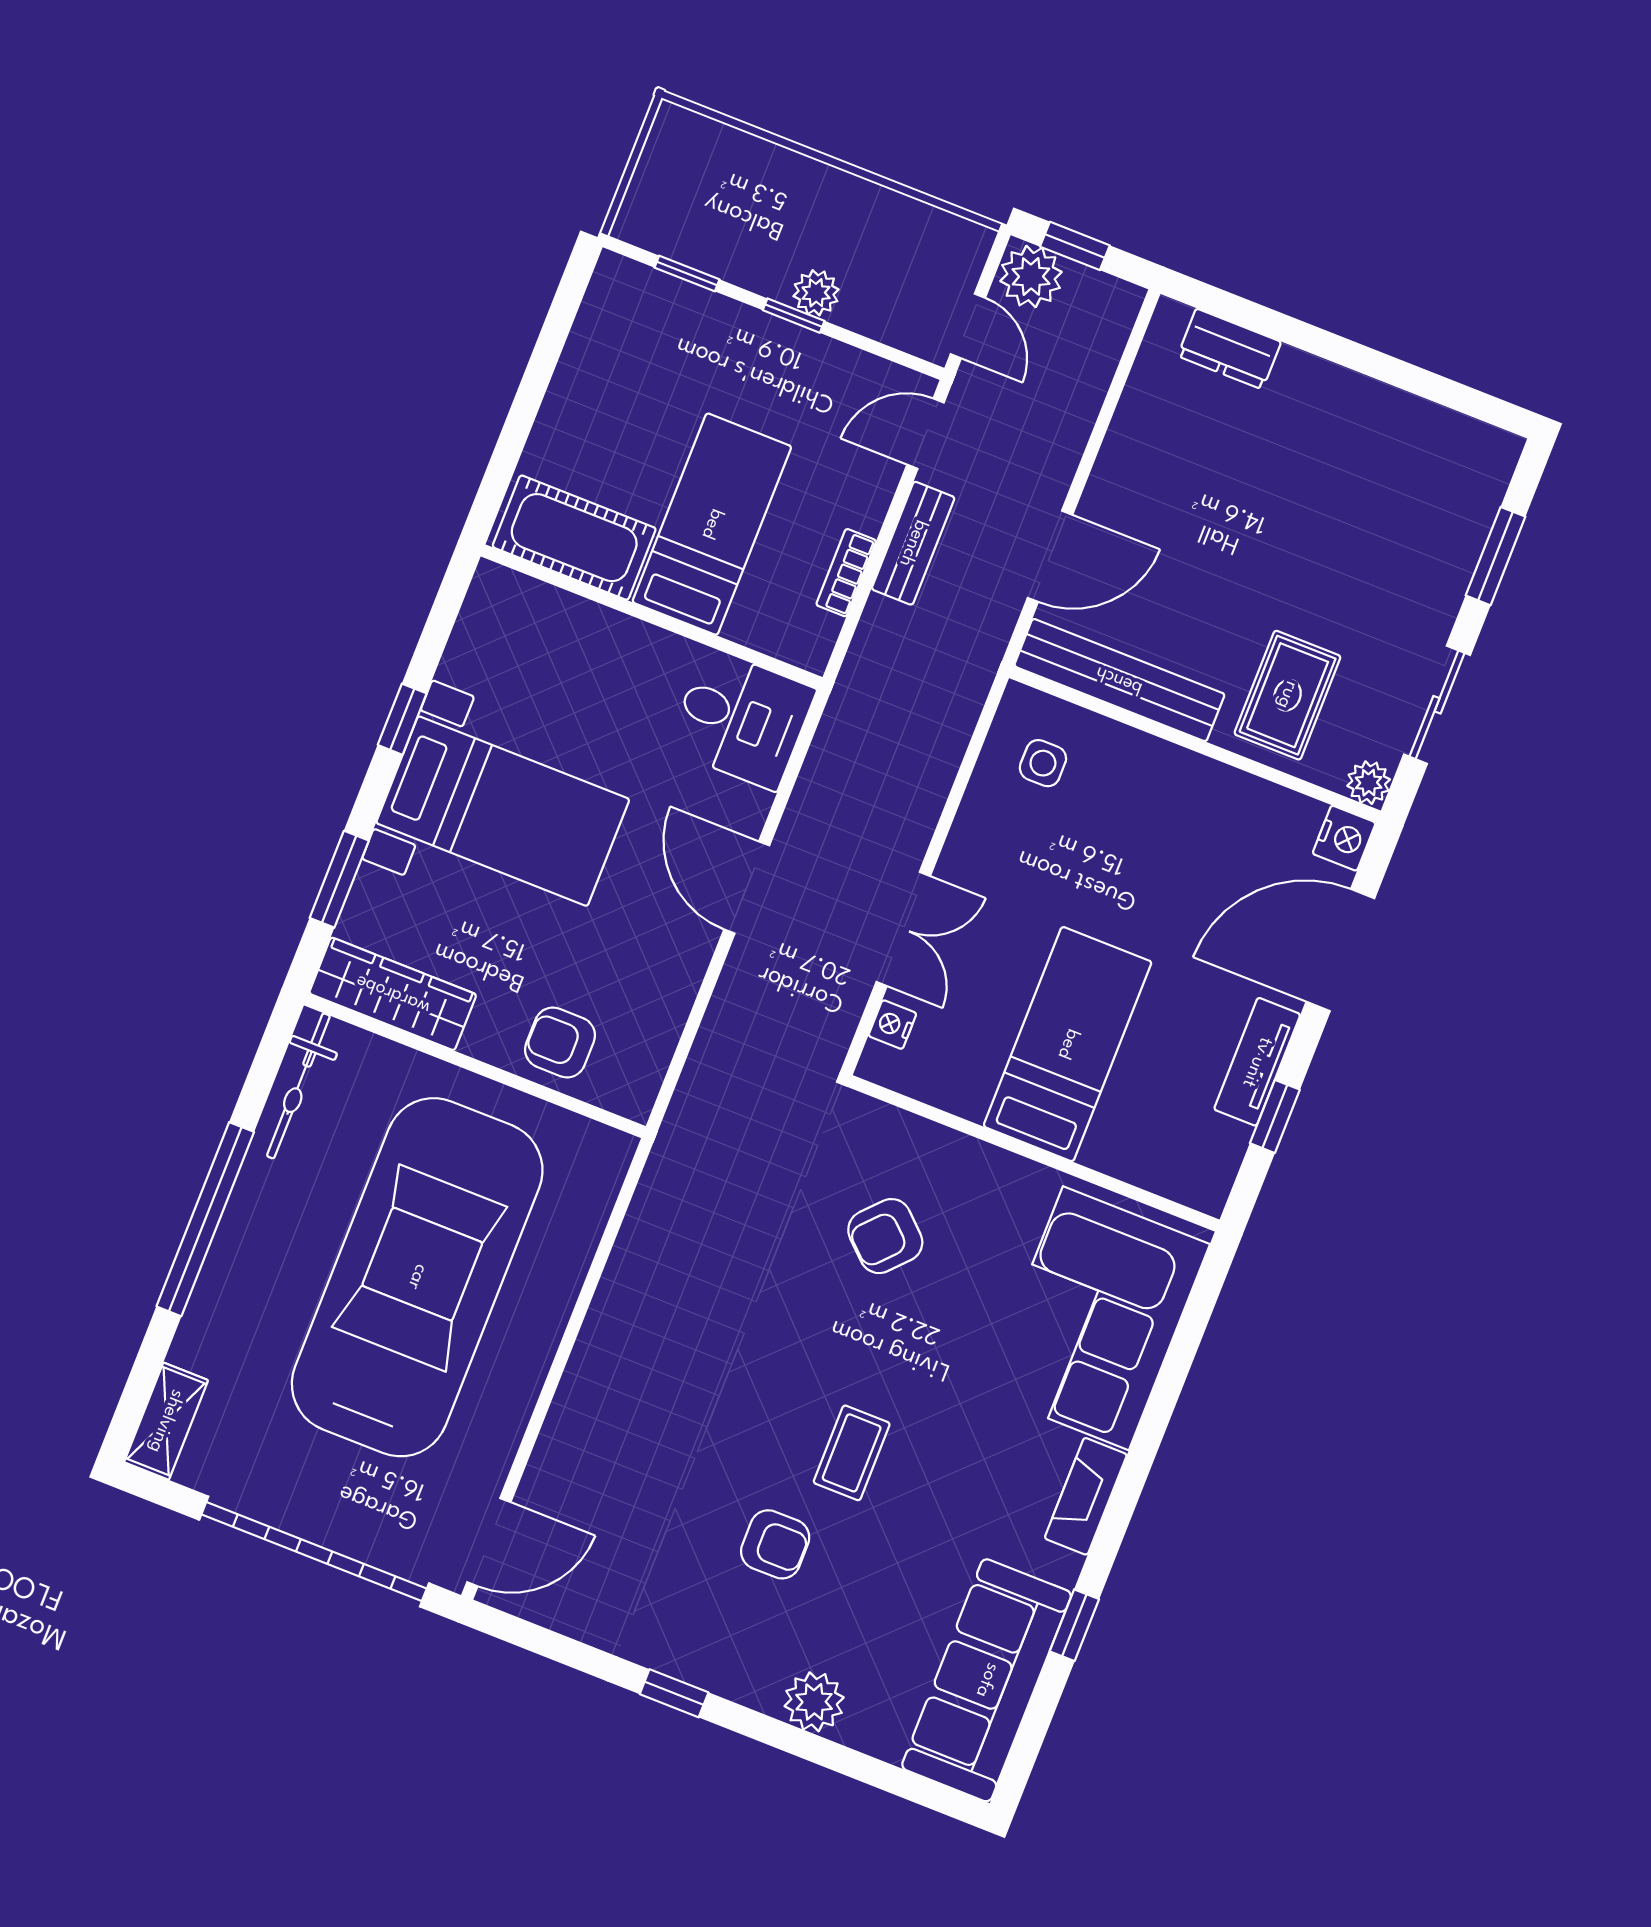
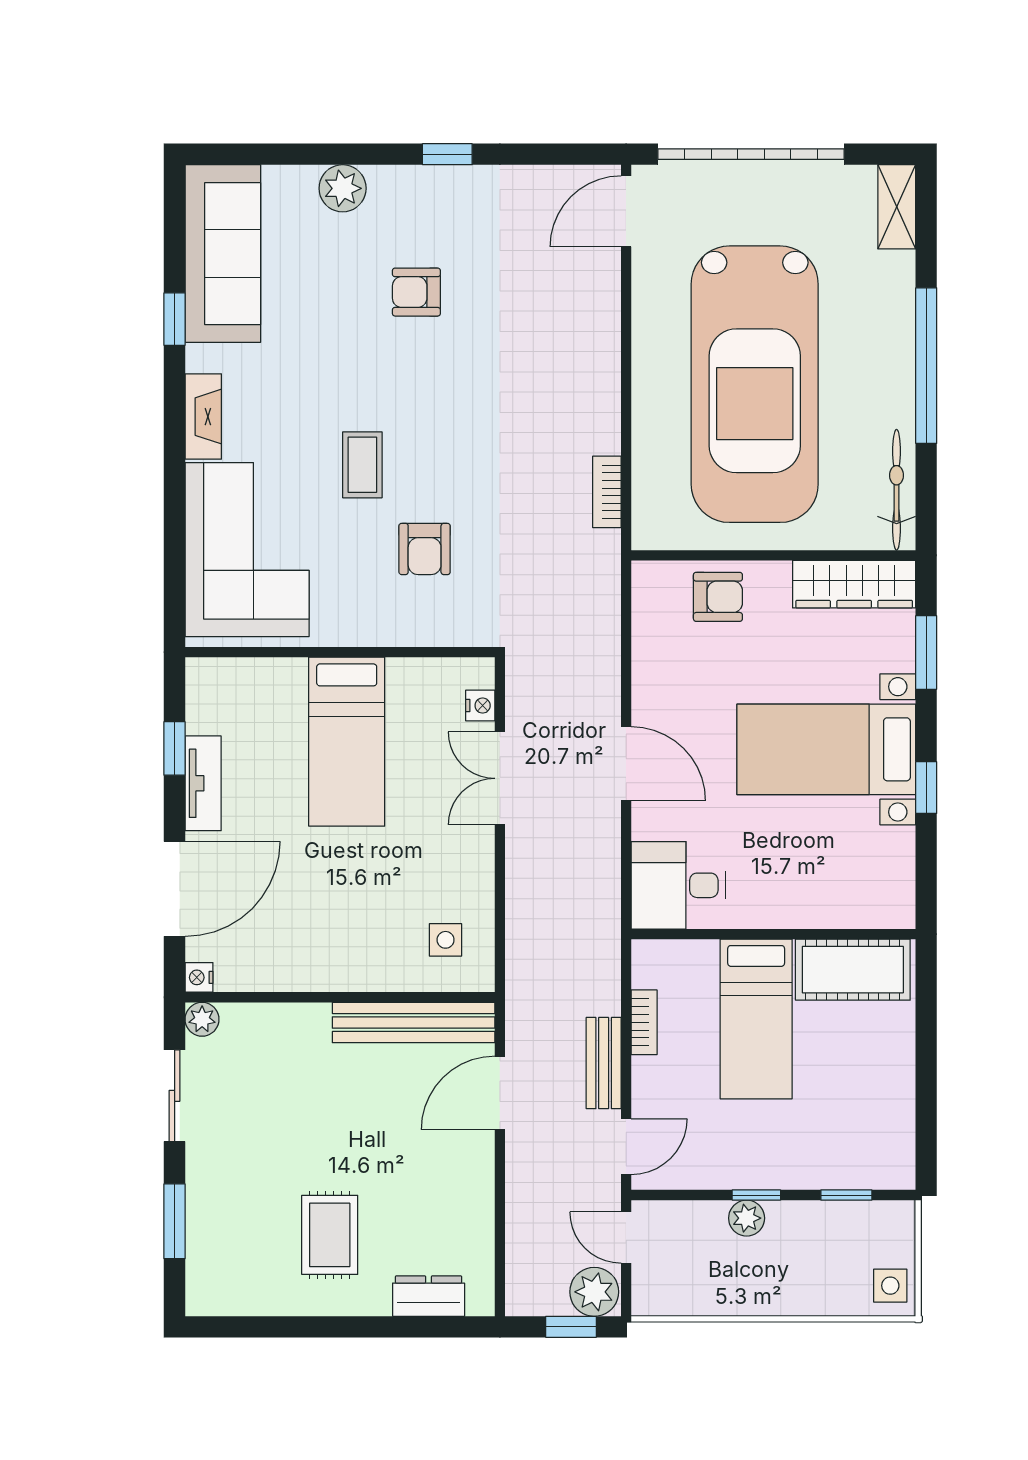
side table: (677, 146) -> (890, 1286), added
rug: (1287, 695) -> (330, 1235), moved
nightstand: (1344, 838) -> (199, 977), width x0.72, depth x0.74
bookcase: (643, 1219) -> (607, 492), added
armchair: (885, 1236) -> (425, 549), turned 137
coffee table: (852, 1453) -> (362, 465), moved

